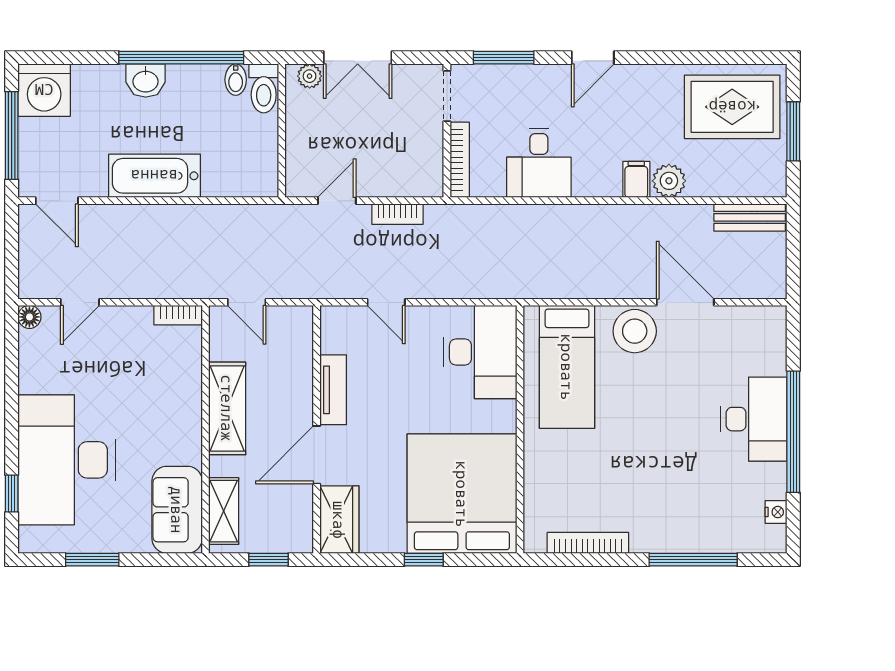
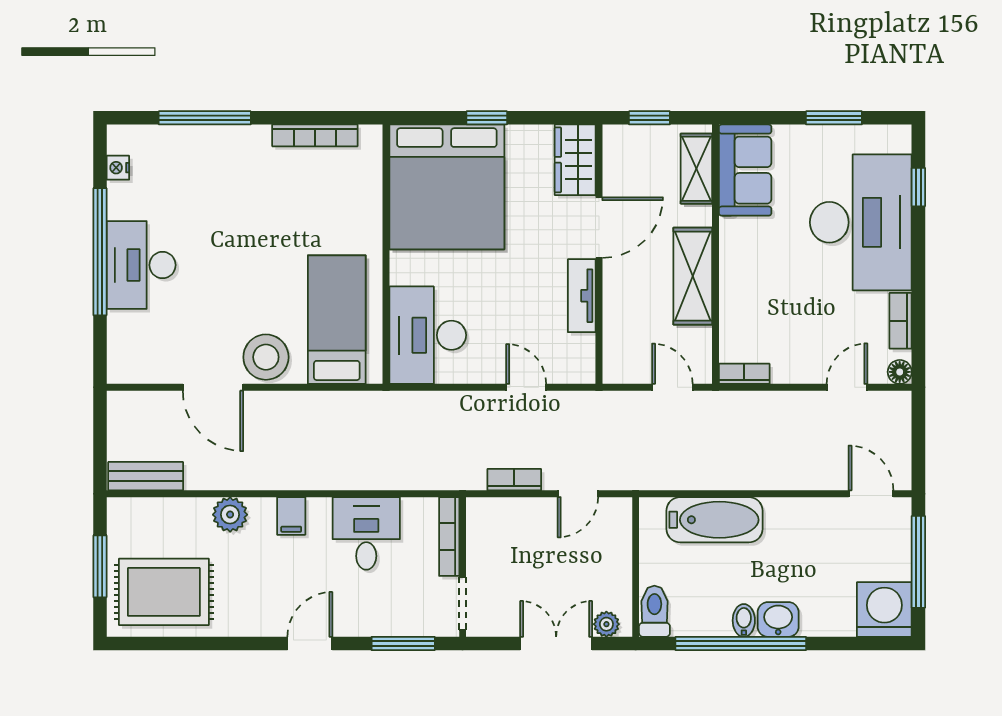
bidet: (236, 80) -> (744, 620), moved
bathtub: (154, 176) -> (714, 520), moved
filing cabinet: (636, 179) -> (291, 516), moved
bookcase: (29, 366) -> (901, 321), added

